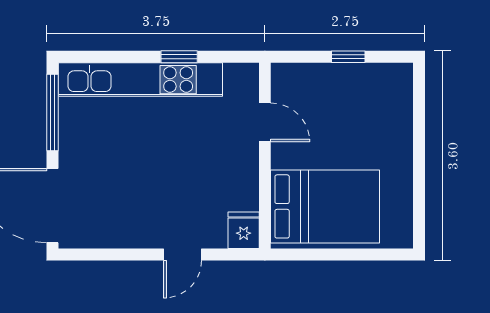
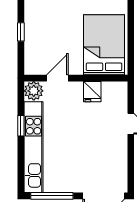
plant: (242, 80) -> (34, 91), added
fridge: (244, 230) -> (92, 92), moved, turned -90

